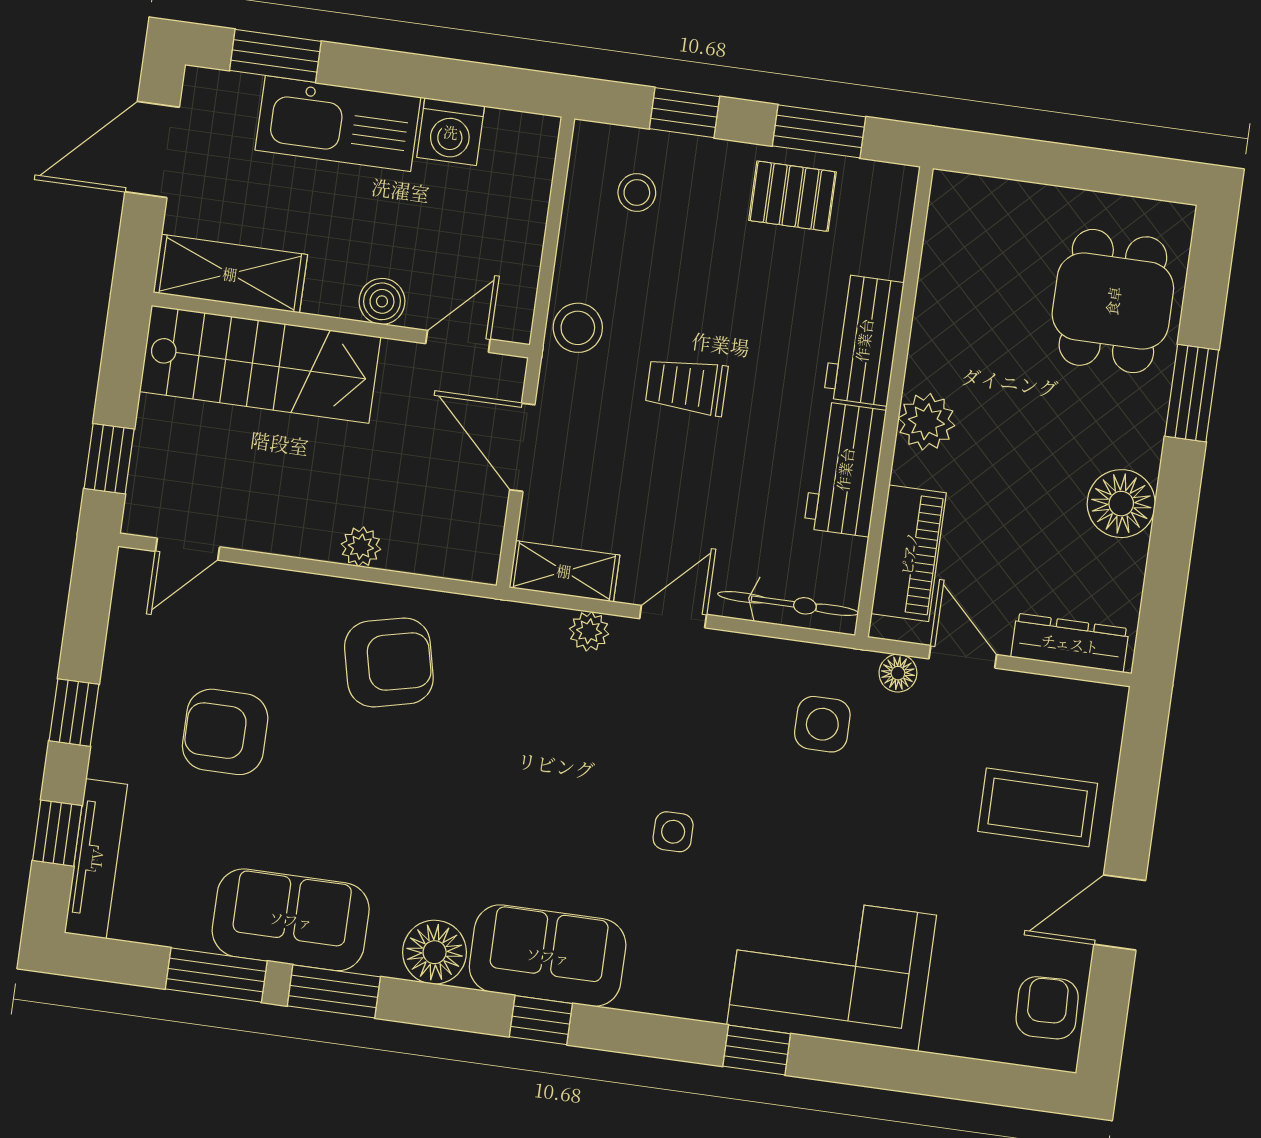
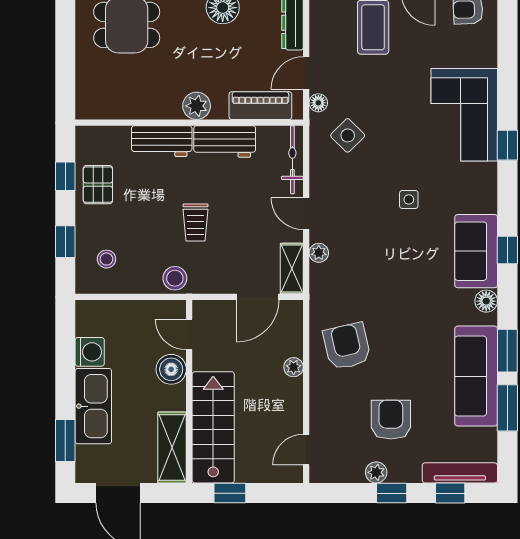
window: (819, 131) -> (65, 176), width x0.67
boiler: (382, 301) -> (171, 369), width x1.36, depth x1.36
door: (522, 447) -> (258, 297), moved
window: (109, 459) -> (230, 493), moved
door: (188, 549) -> (306, 450), swing flipped
plant: (121, 687) -> (376, 472), added
side table: (822, 724) -> (348, 135), turned 45
armchair: (225, 732) -> (391, 420), turned 180
sofa: (291, 920) -> (476, 376), width x1.36
floor lamp: (435, 952) -> (486, 301), width x0.73, depth x0.73

